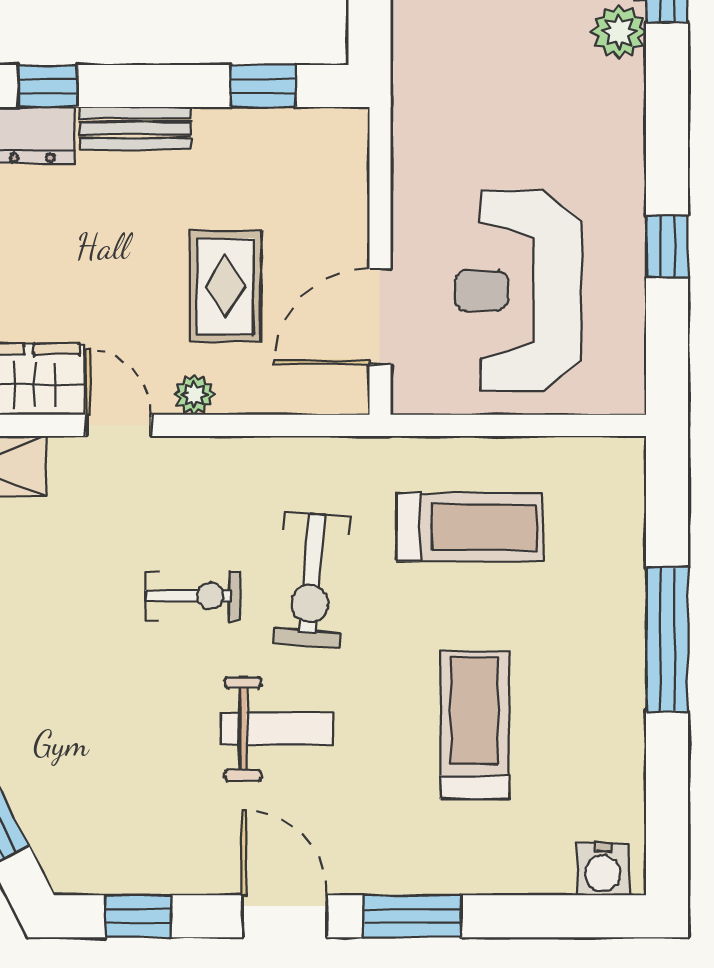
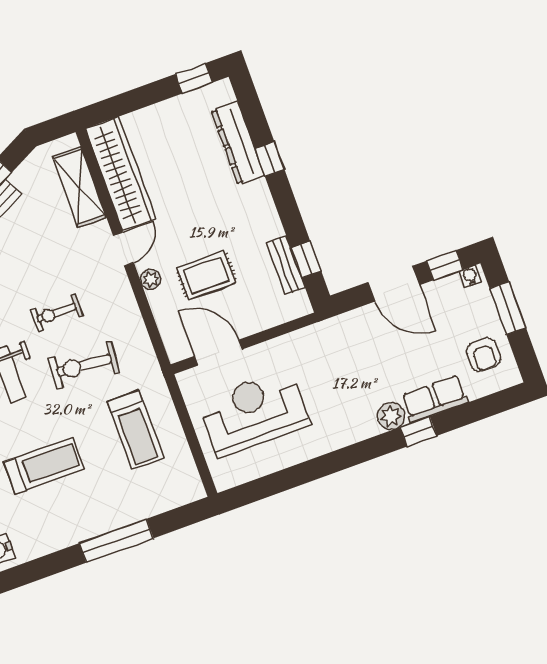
bench: (135, 128) -> (286, 265), moved
window: (667, 246) -> (299, 474), removed
exercise bike: (193, 596) -> (57, 313), turned 90

